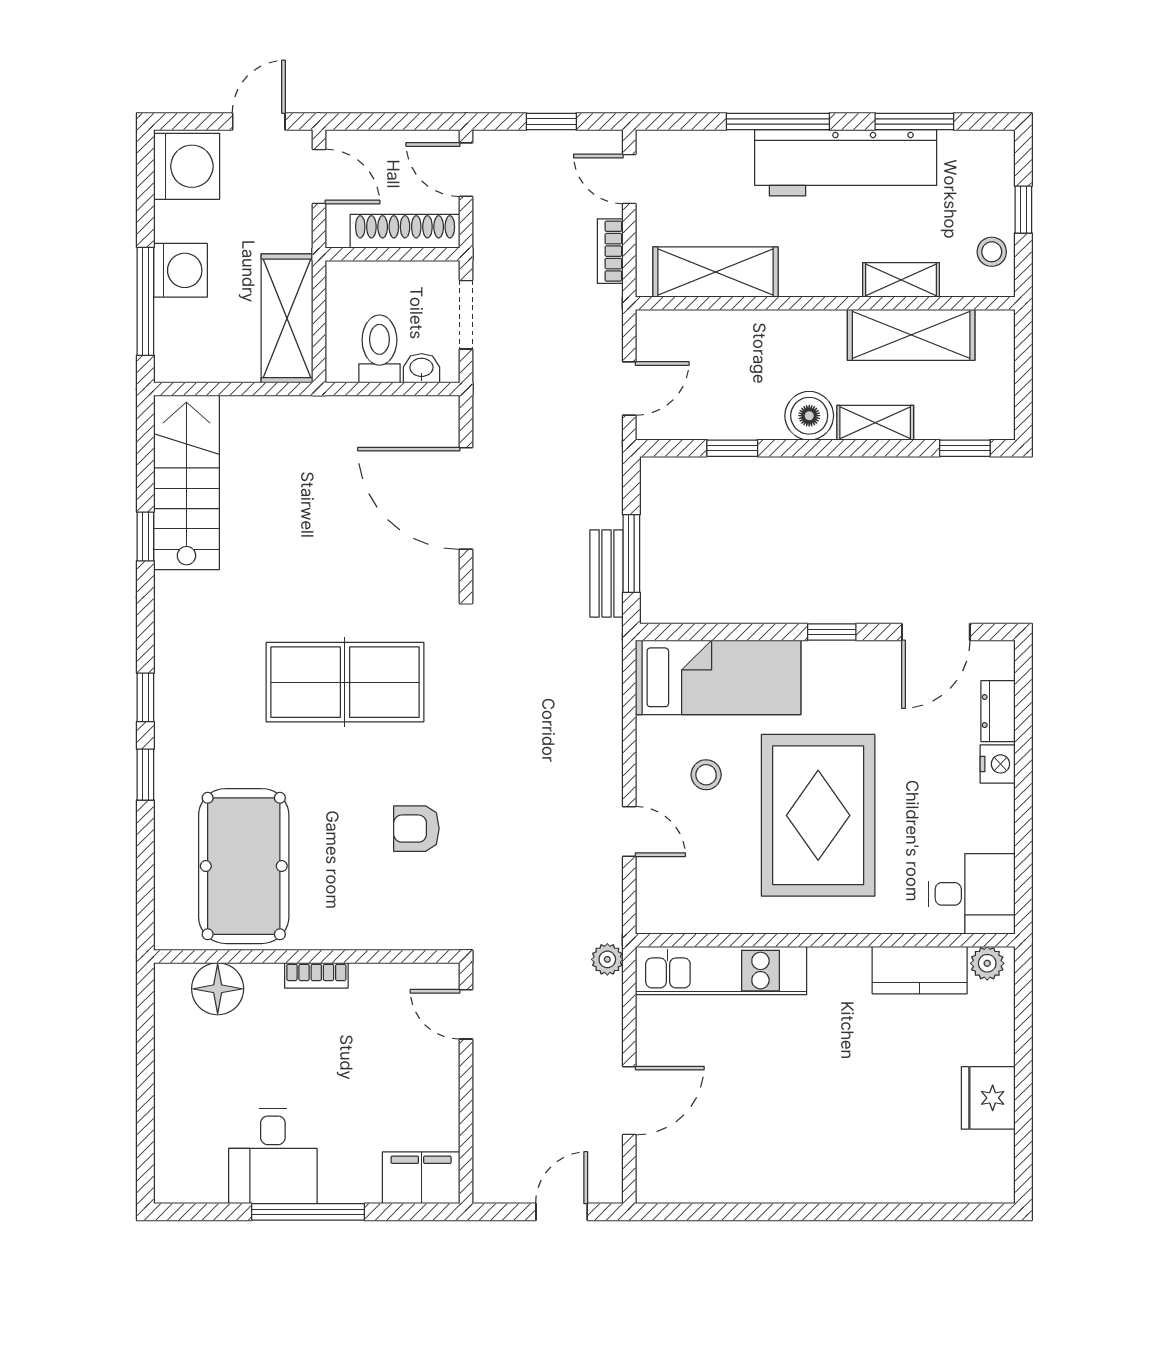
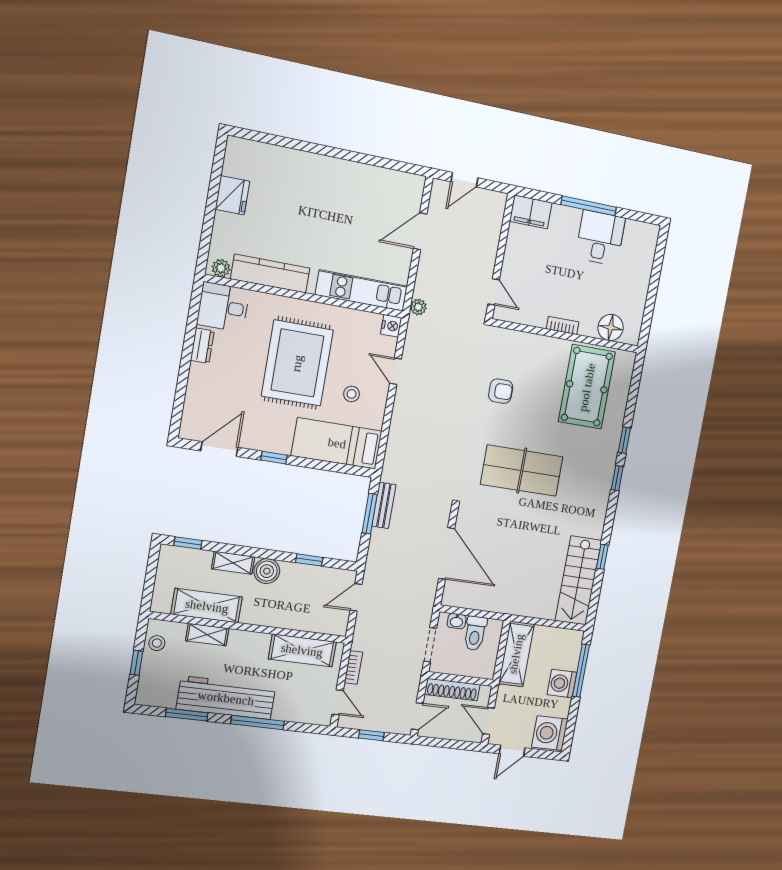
door: (466, 170) -> (417, 716), hinge flipped
dresser: (998, 711) -> (202, 346), moved
nightstand: (998, 764) -> (391, 326), moved, turned 180
kitchen counter: (920, 970) -> (270, 274), width x1.50

